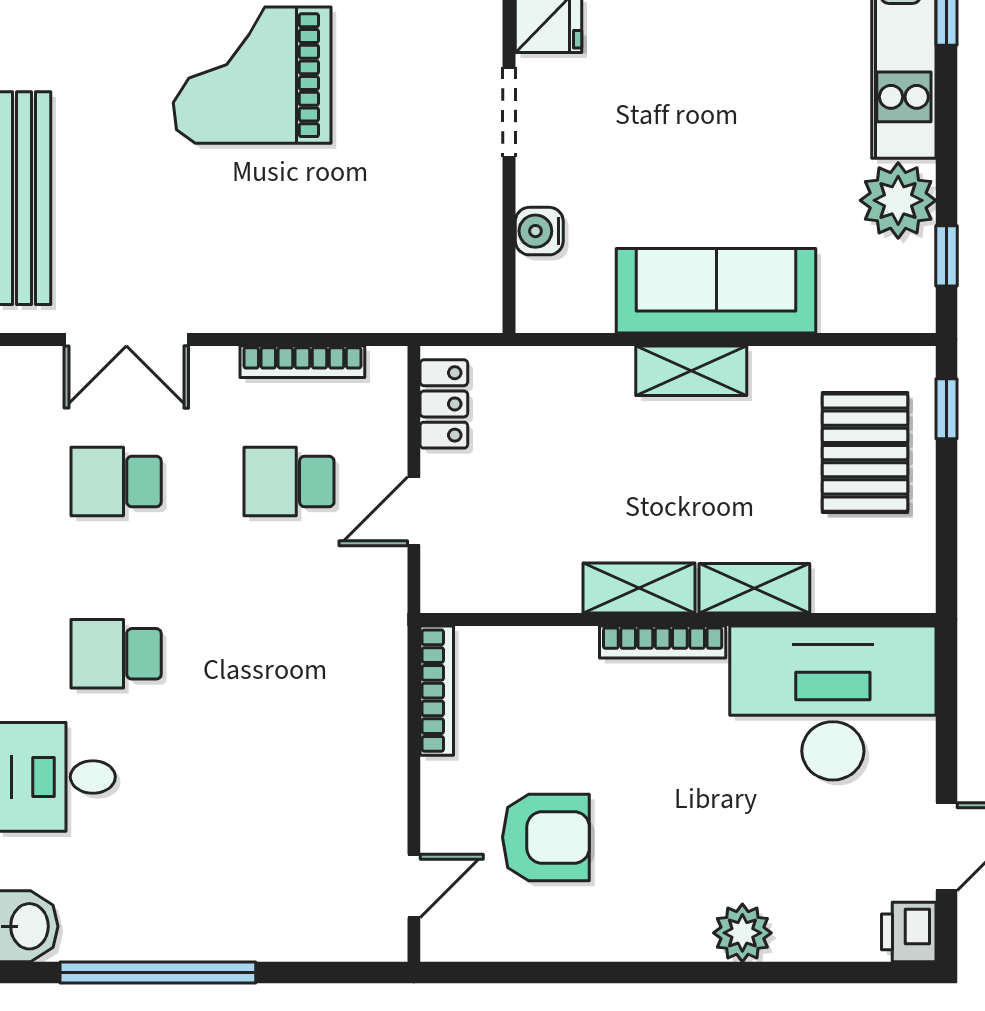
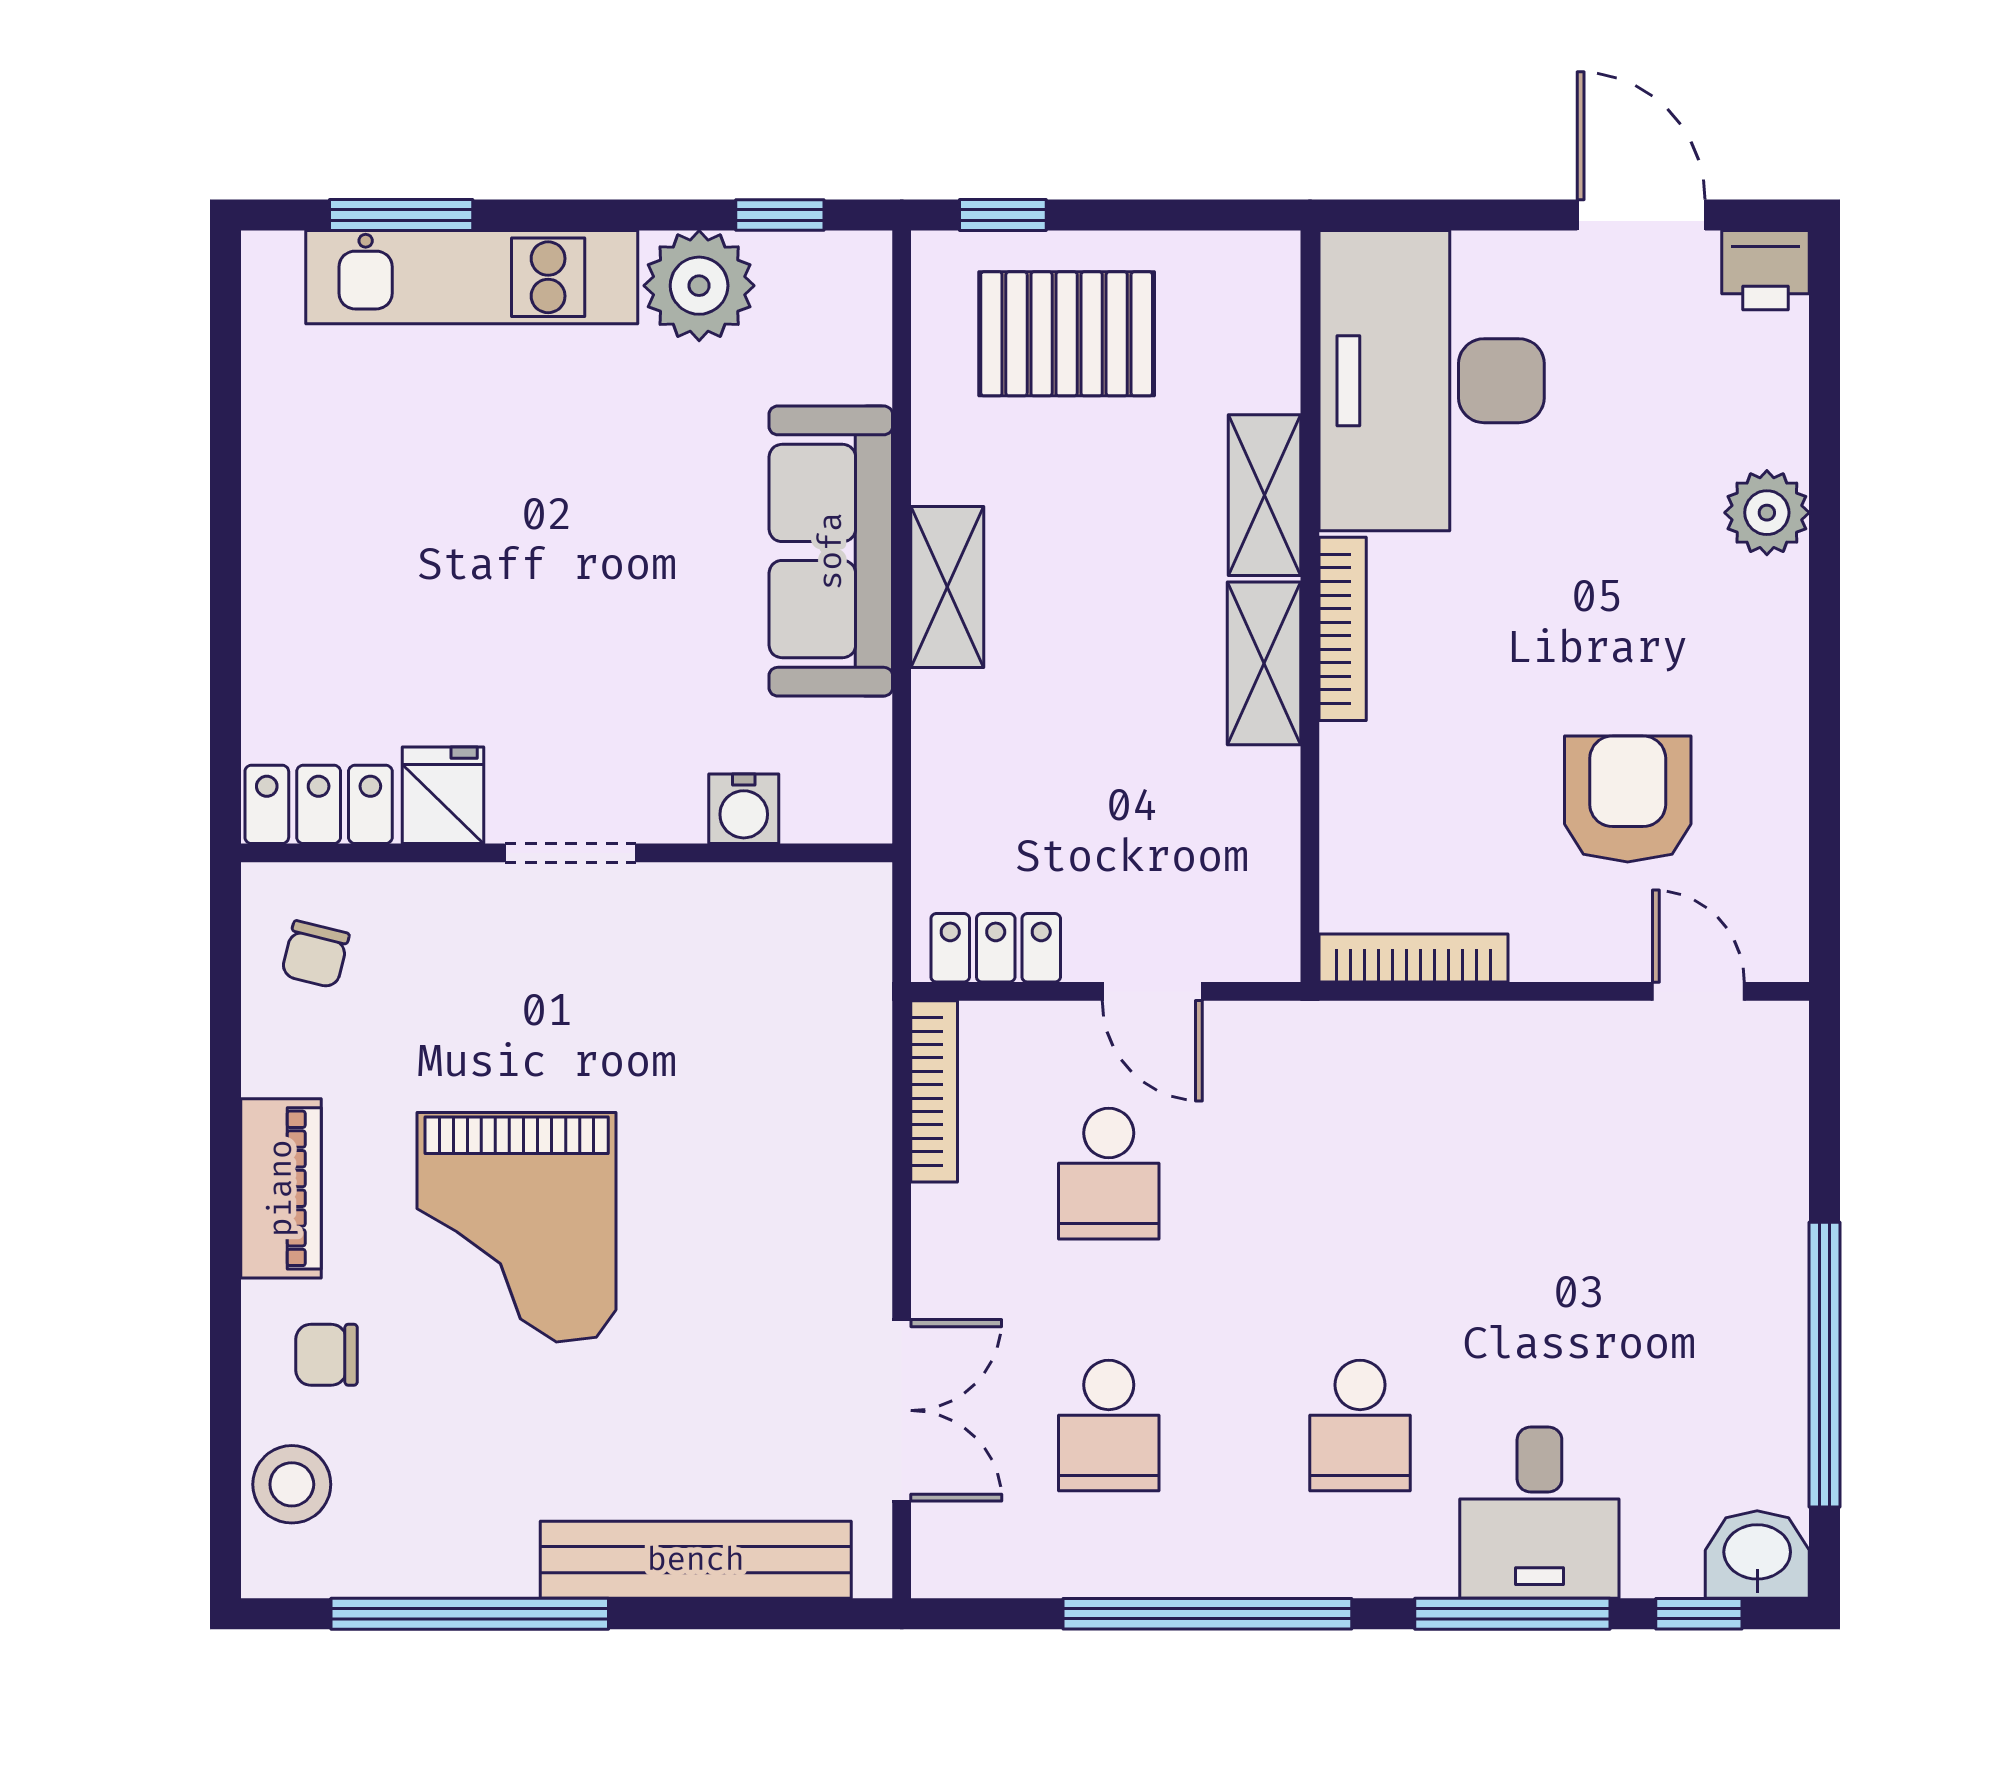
bookcase: (302, 362) -> (934, 1091), moved

